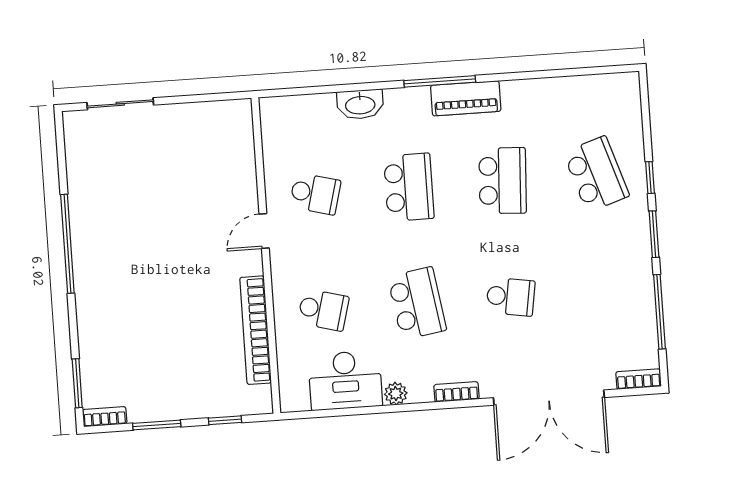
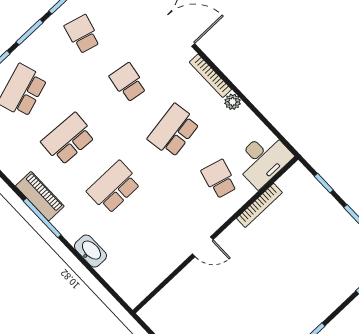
school desk: (315, 194) -> (82, 34), moved
bookcase: (256, 330) -> (259, 205), width x0.68, depth x0.76
desk: (345, 380) -> (263, 159), moved, turned 90
bookcase: (456, 392) -> (210, 76), width x1.56

